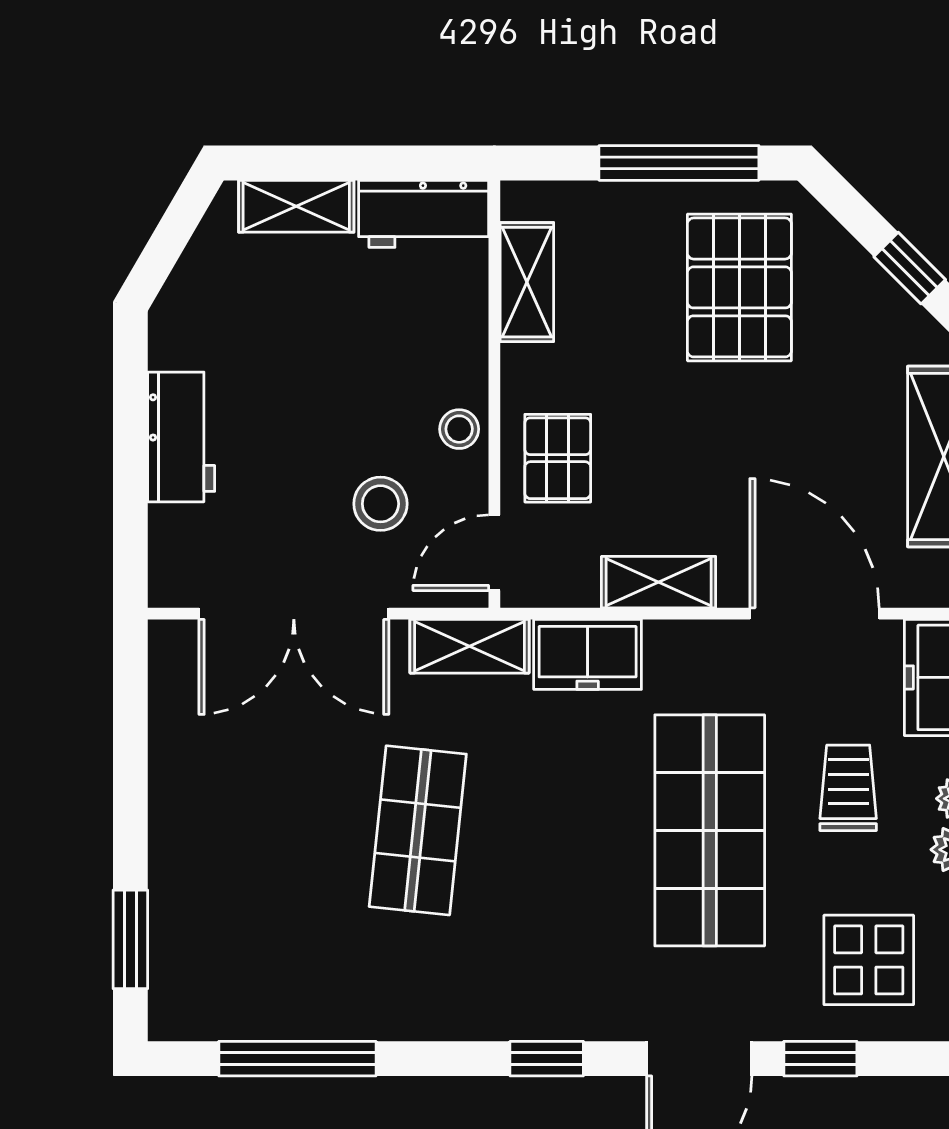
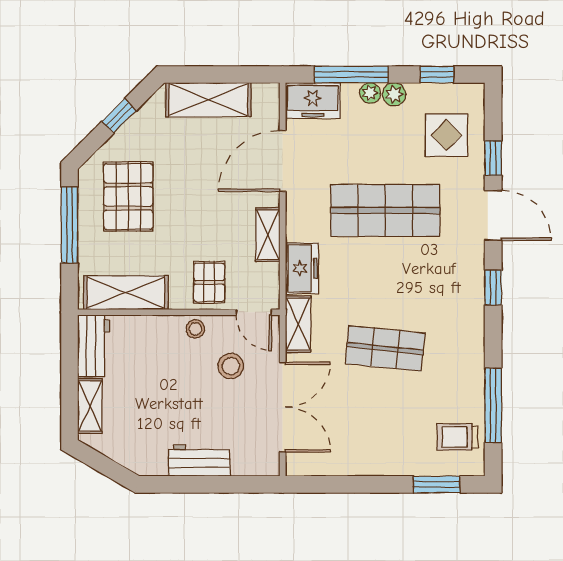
shelving: (527, 282) -> (126, 293), width x1.50, depth x1.33
pallet: (739, 287) -> (128, 196), turned 90
pallet: (558, 458) -> (209, 282), turned 90
trolley: (848, 788) -> (457, 437), moved

